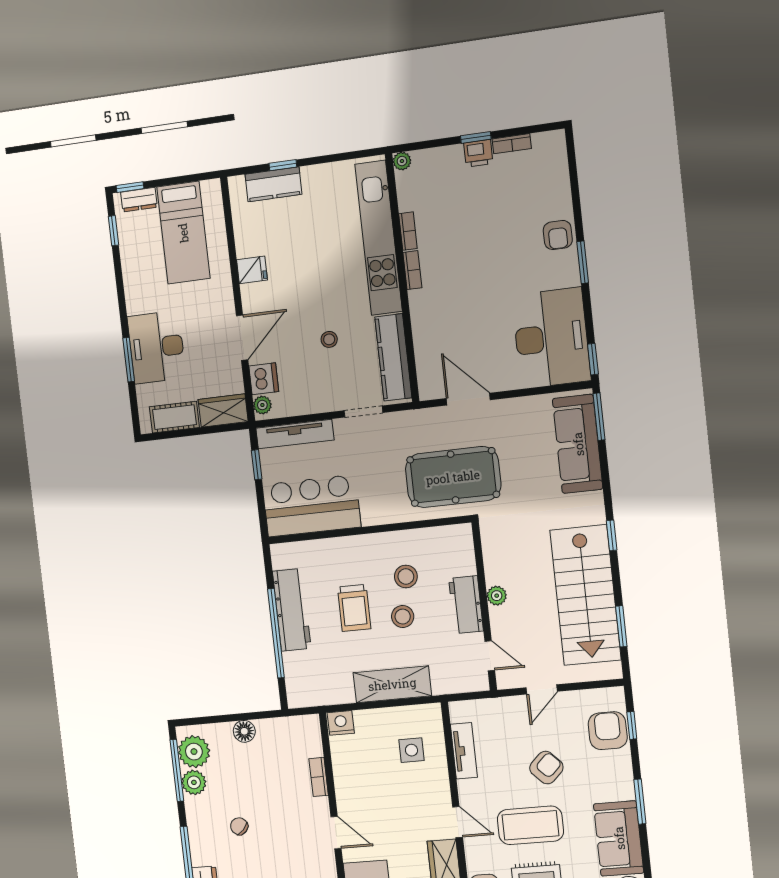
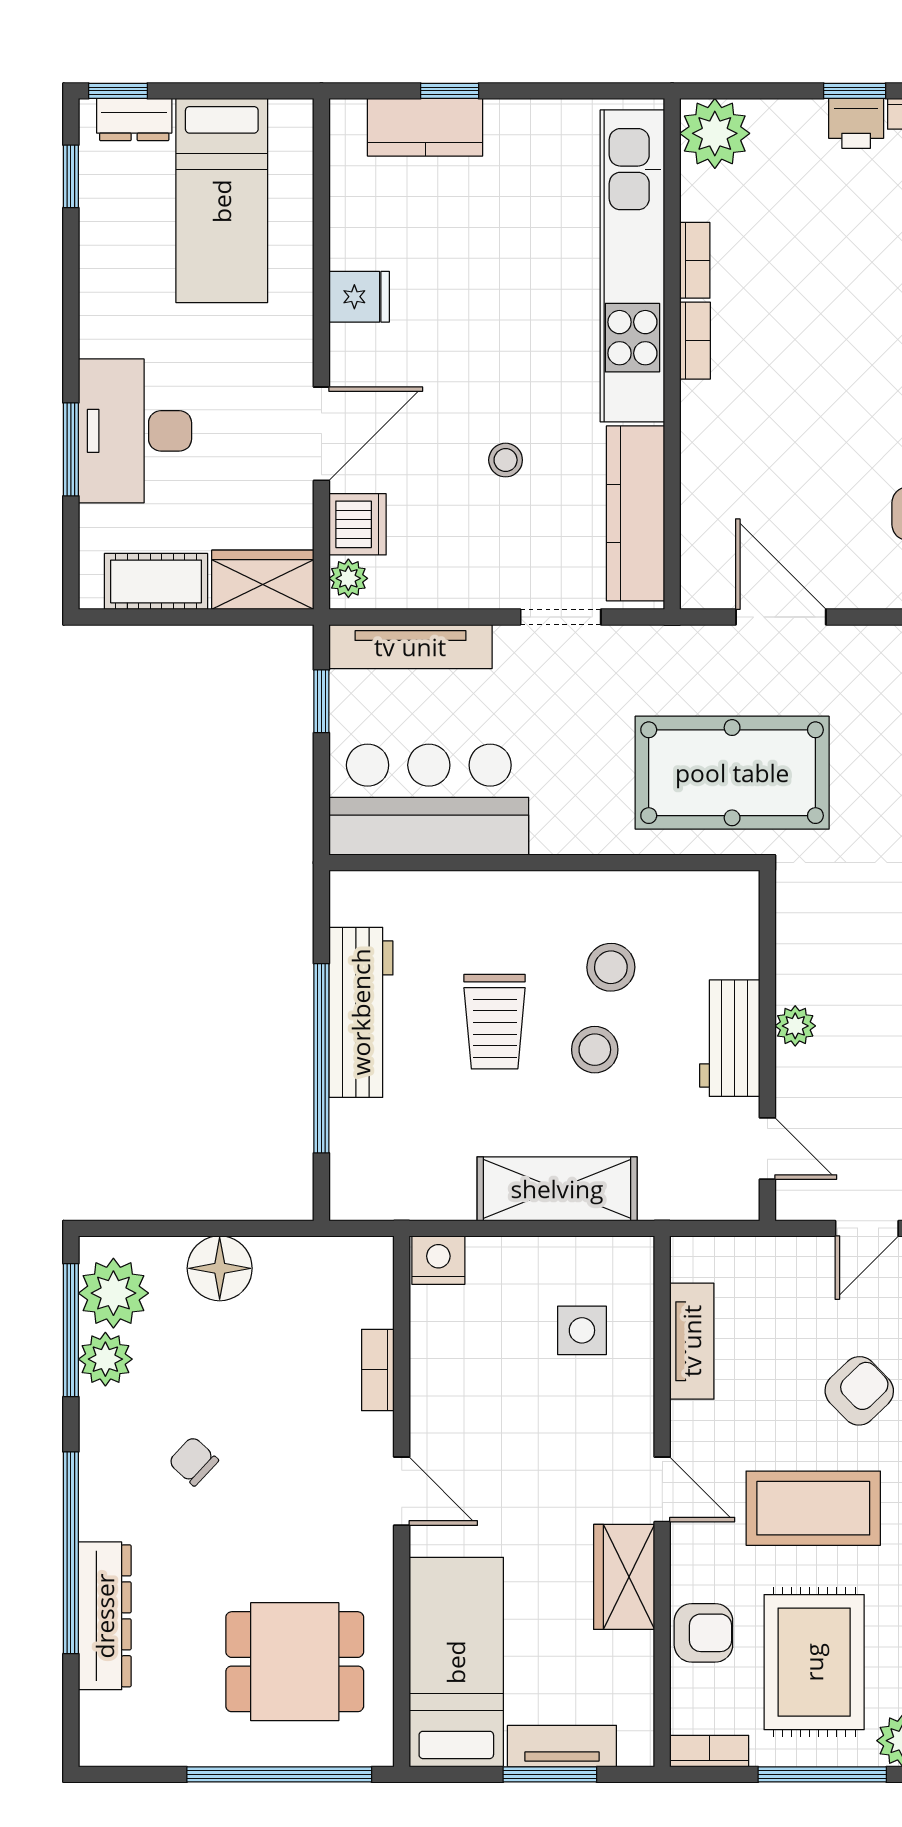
plant: (402, 161) -> (715, 133), width x1.88, depth x1.88
floor lamp: (244, 731) -> (220, 1268), width x1.38, depth x1.38

